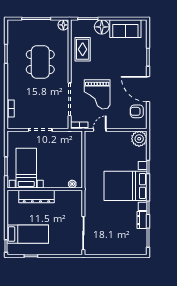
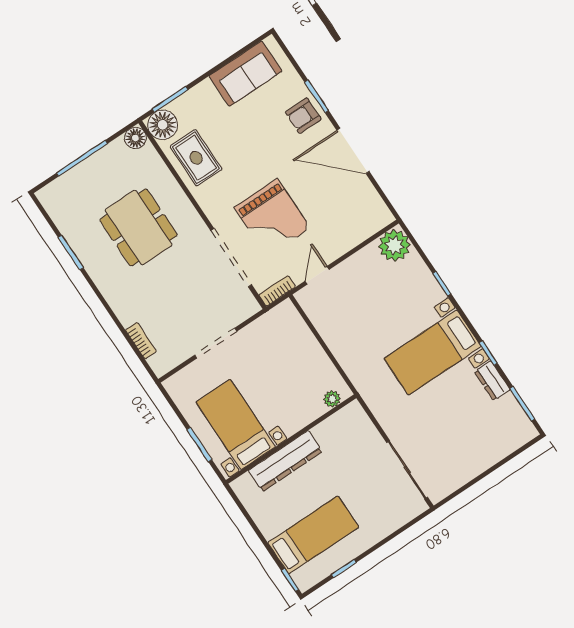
floor lamp: (102, 27) -> (163, 125), moved
armchair: (137, 111) -> (303, 116), moved
bed with nightstands: (126, 186) -> (433, 353), width x0.73

